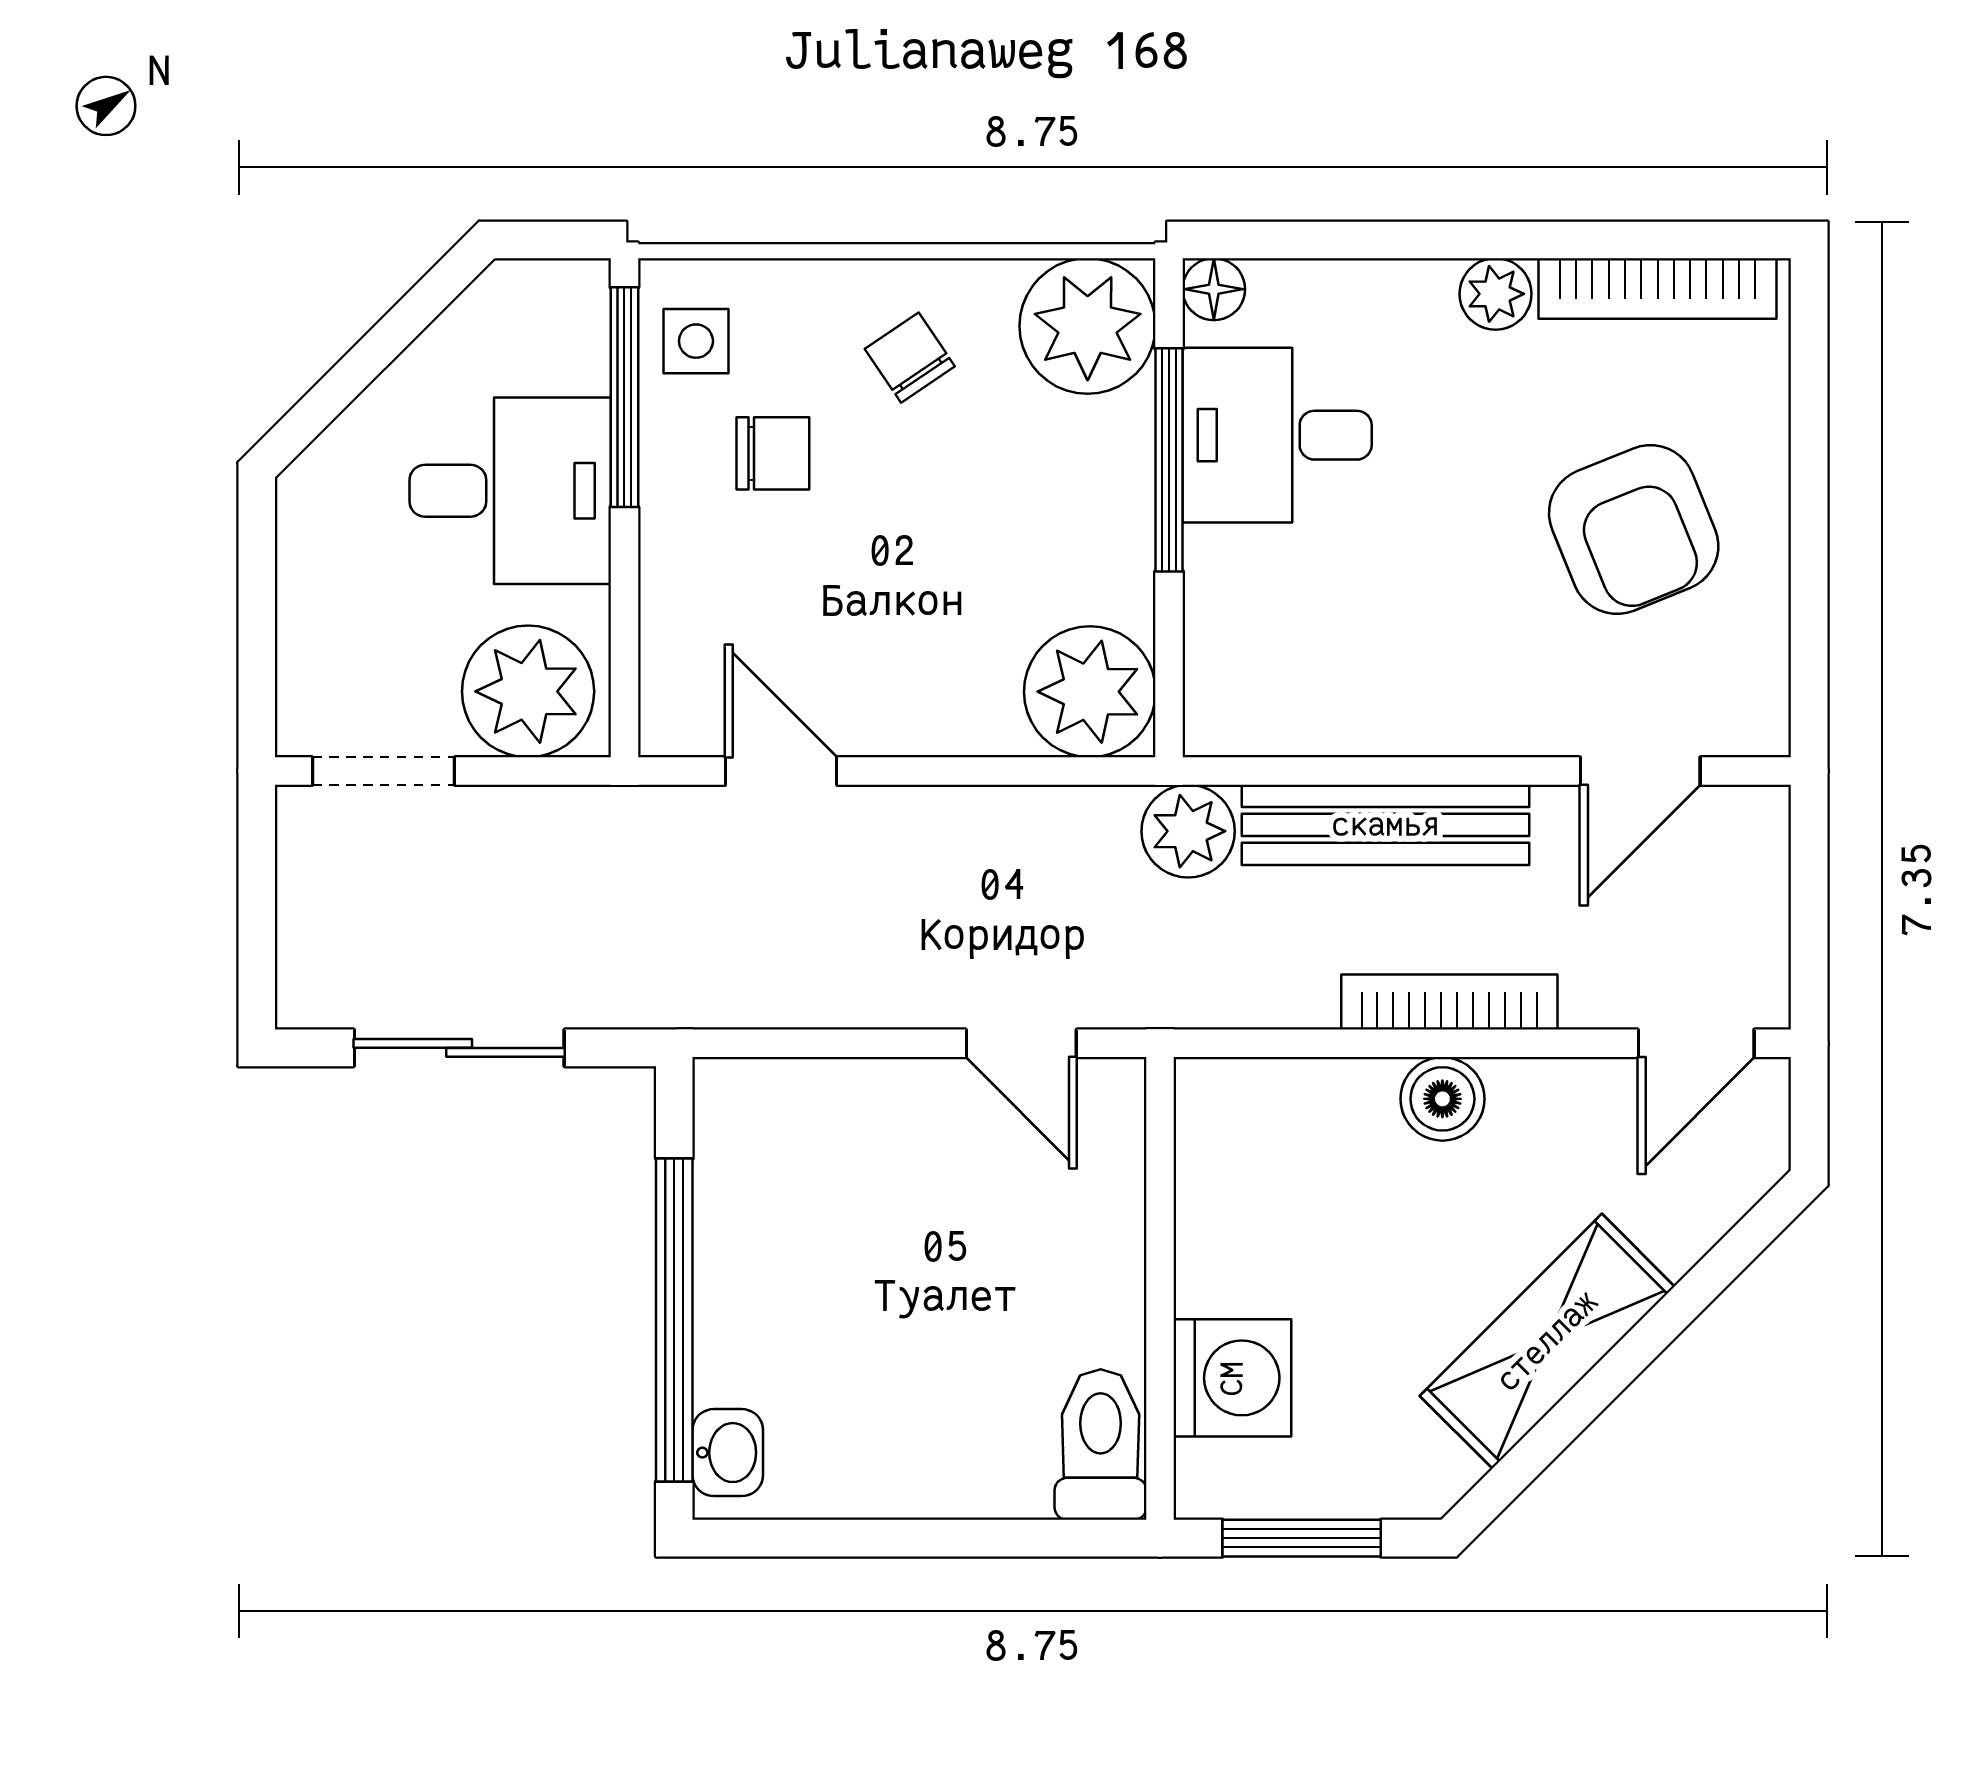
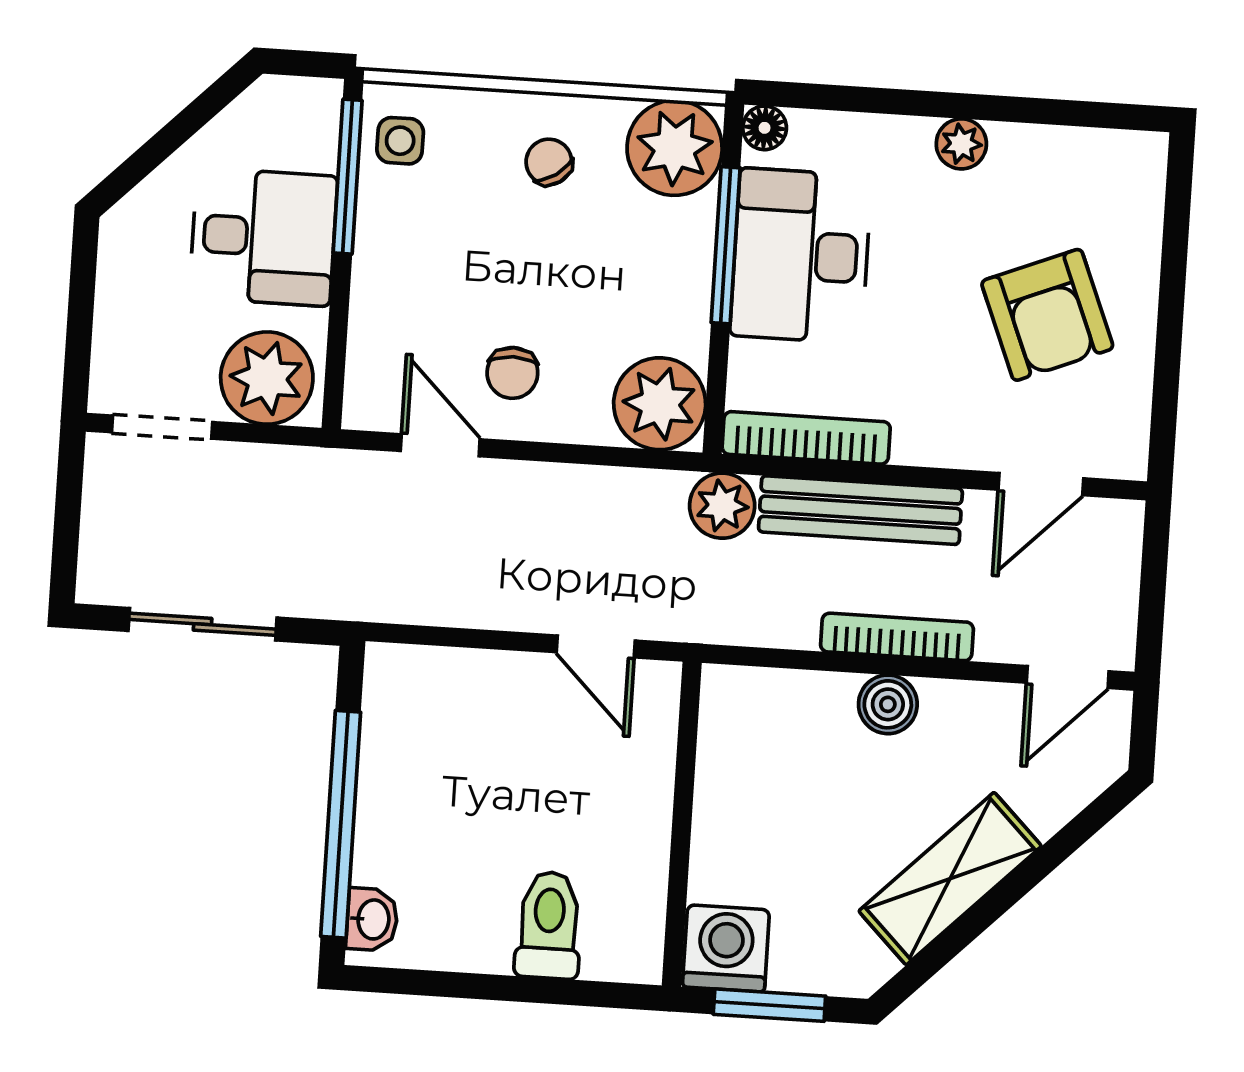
bookcase: (1658, 289) -> (806, 438), moved, turned 180
desk: (1277, 435) -> (801, 256), width x1.37
chair: (773, 453) -> (512, 373), moved, turned 90
washing machine: (1232, 1378) -> (726, 948), moved, turned -90
toilet: (1101, 1445) -> (549, 925), moved

